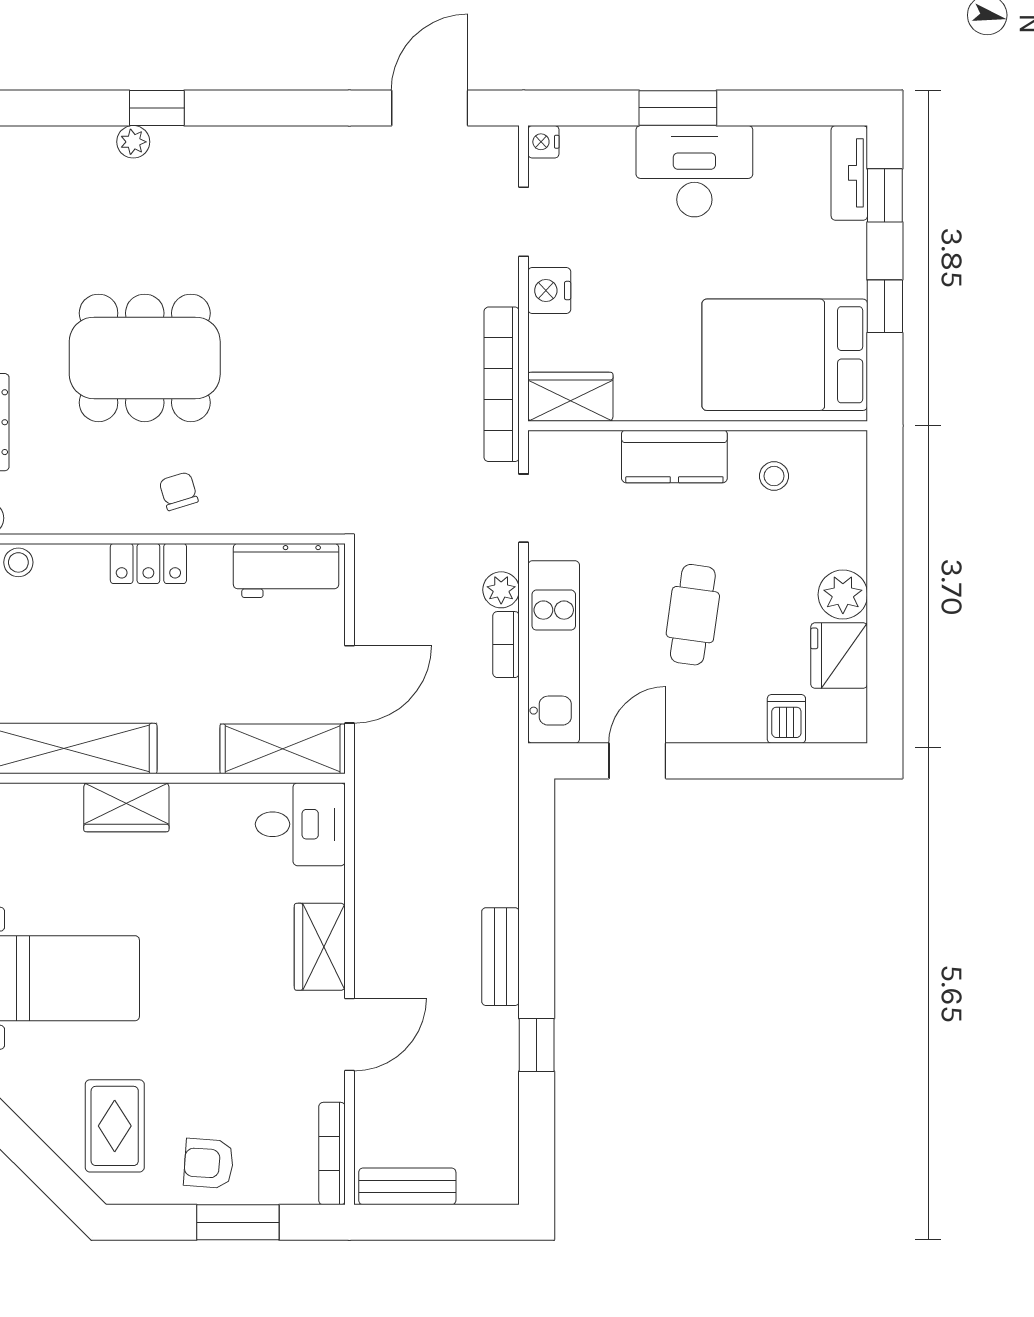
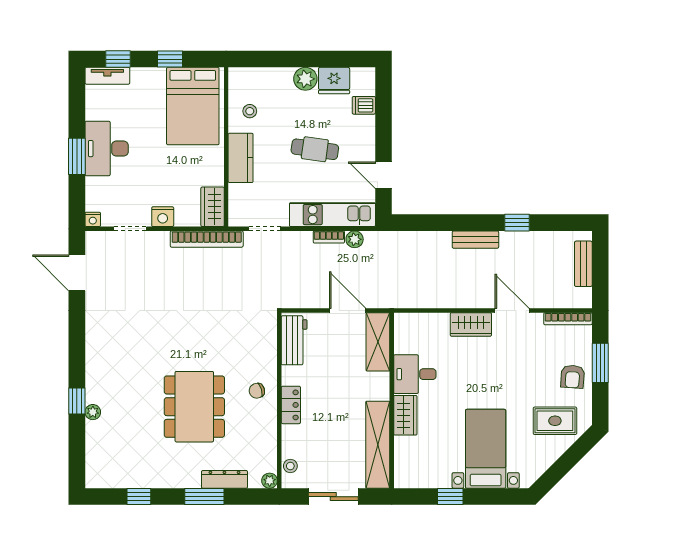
plant: (501, 590) -> (355, 239), moved
desk: (300, 824) -> (415, 374), moved, turned -90
bench: (407, 1186) -> (583, 264), moved

